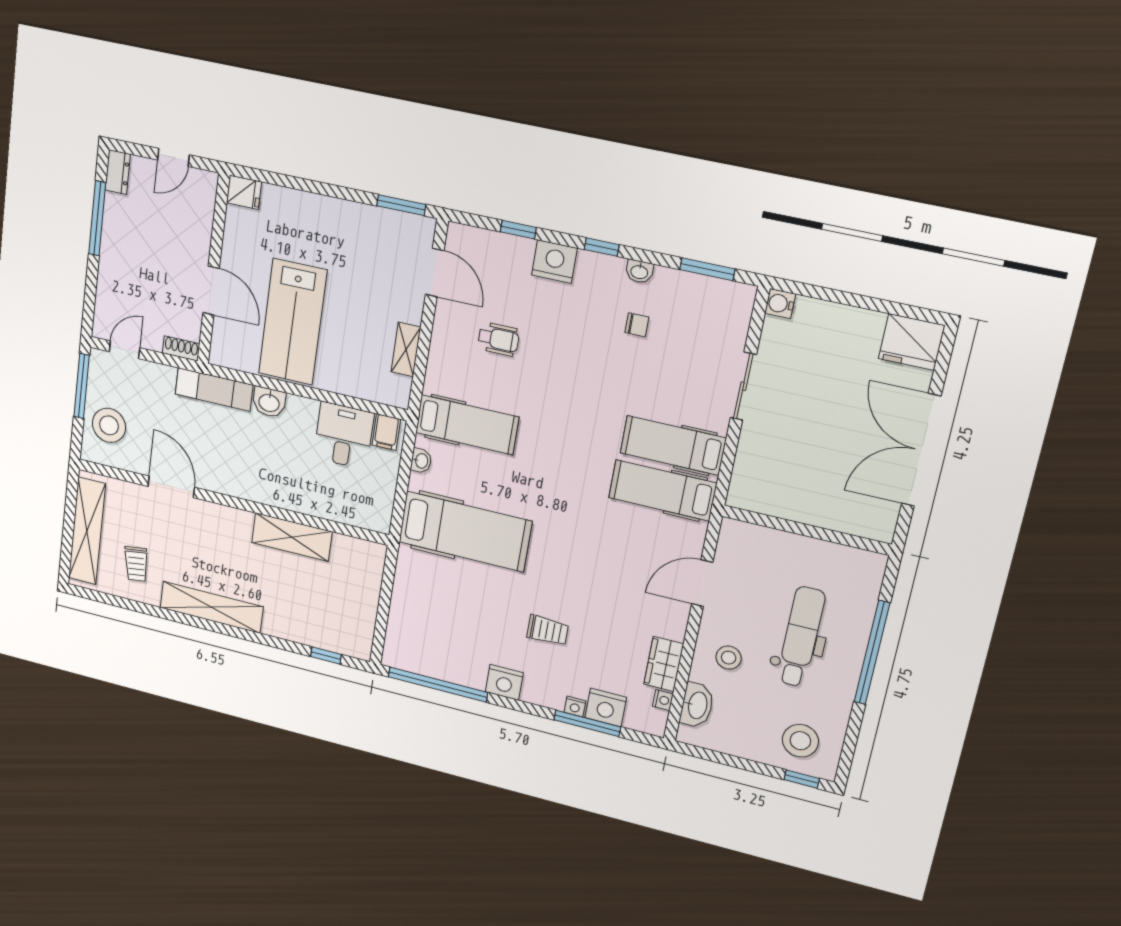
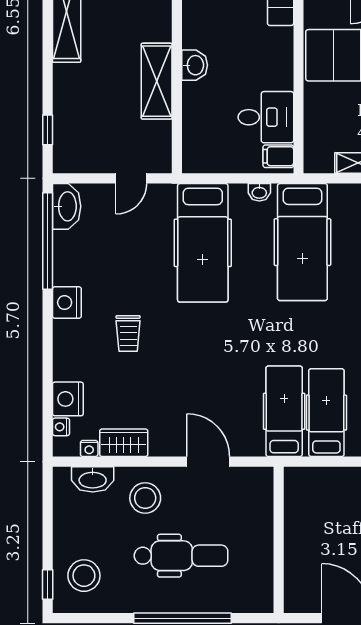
washbasin: (269, 402) -> (195, 65), moved, turned 180
hospital bed: (467, 425) -> (302, 242), width x1.37, depth x1.29
door: (387, 587) -> (131, 178), added
washbasin: (406, 657) -> (67, 206), added
stool: (729, 658) -> (145, 498), width x1.38, depth x1.38
nightstand: (575, 707) -> (61, 427), moved
window: (587, 723) -> (48, 385), removed

